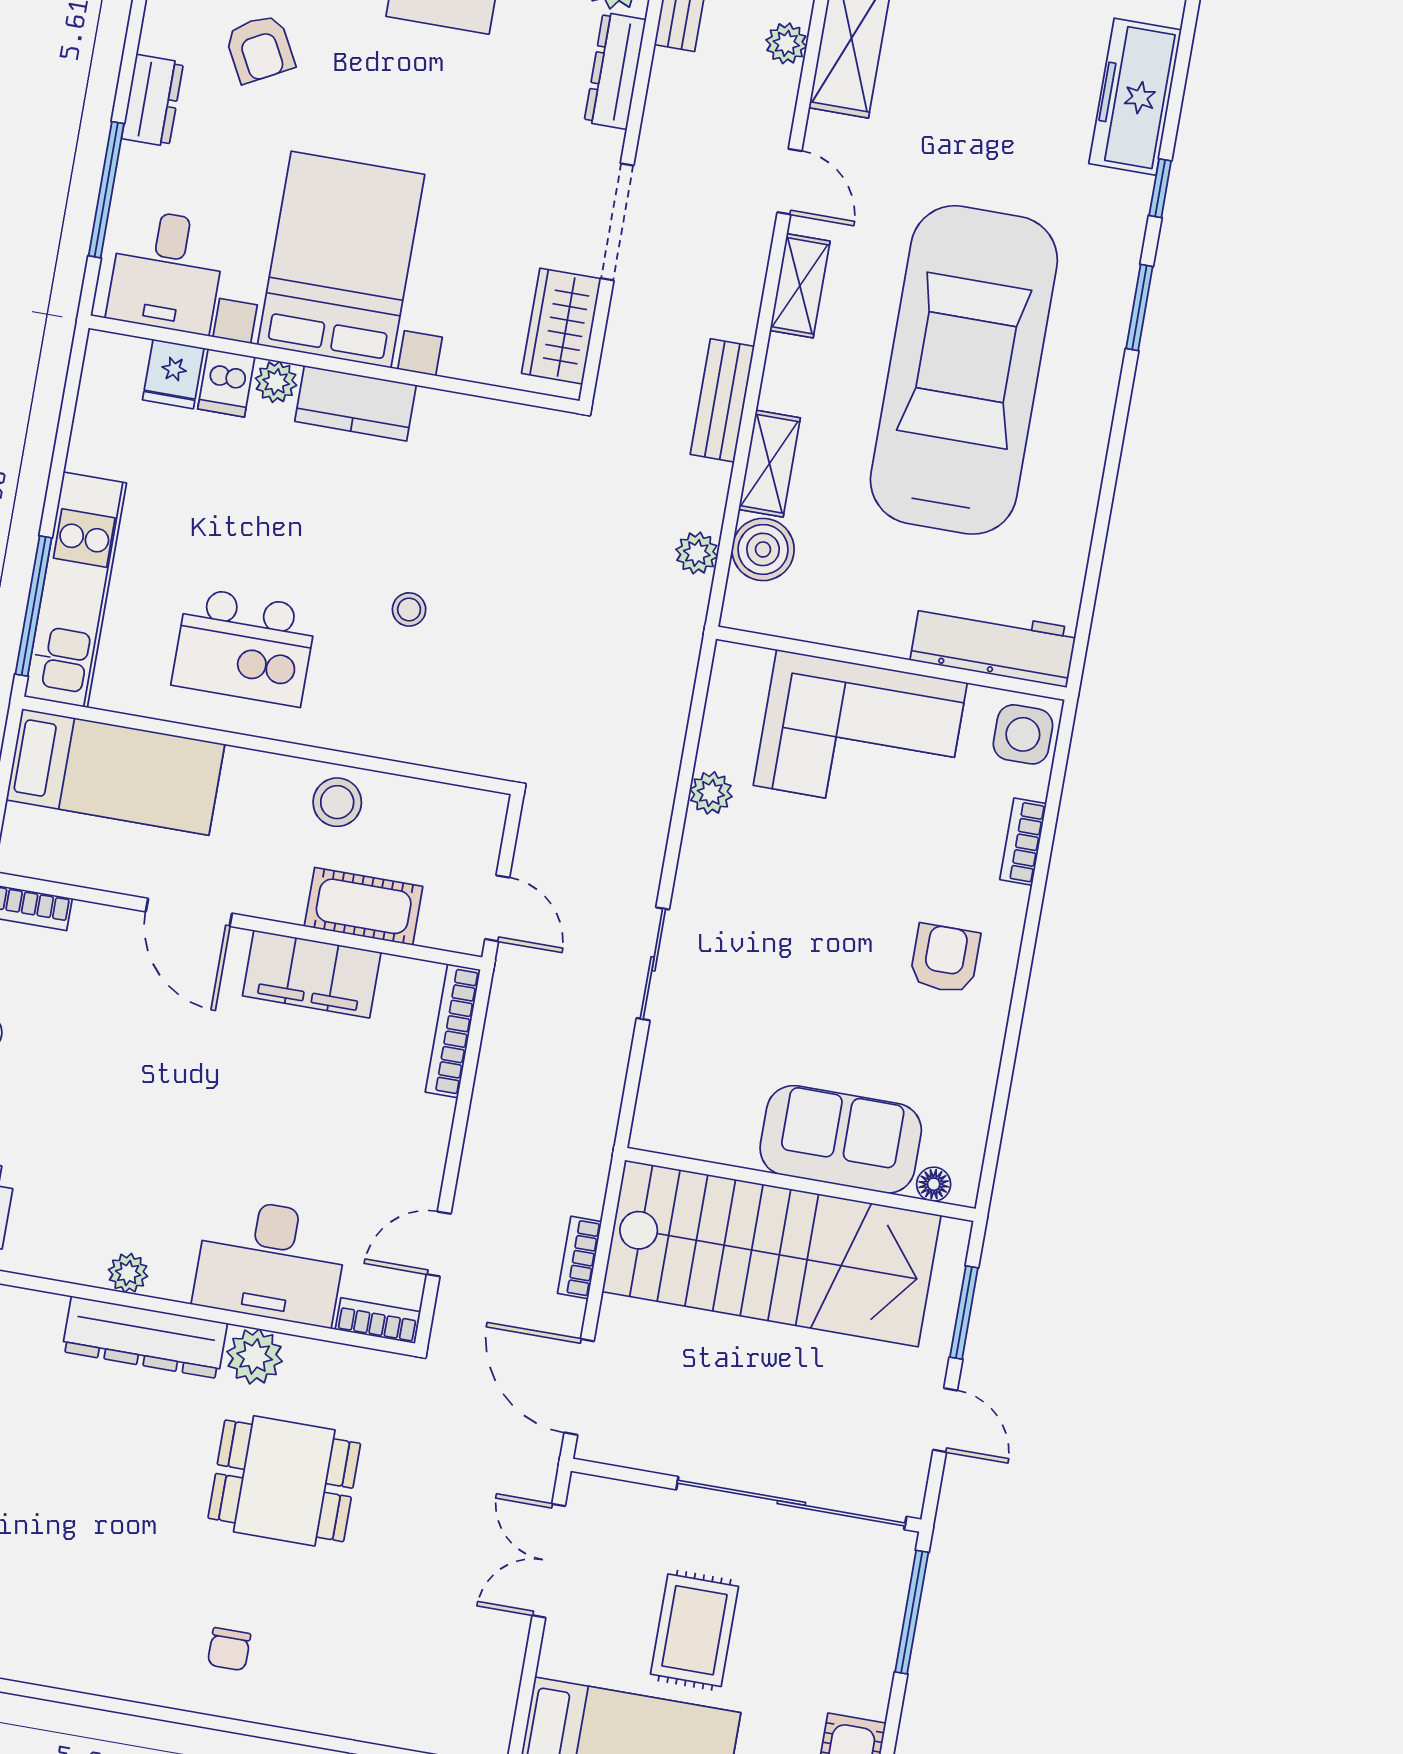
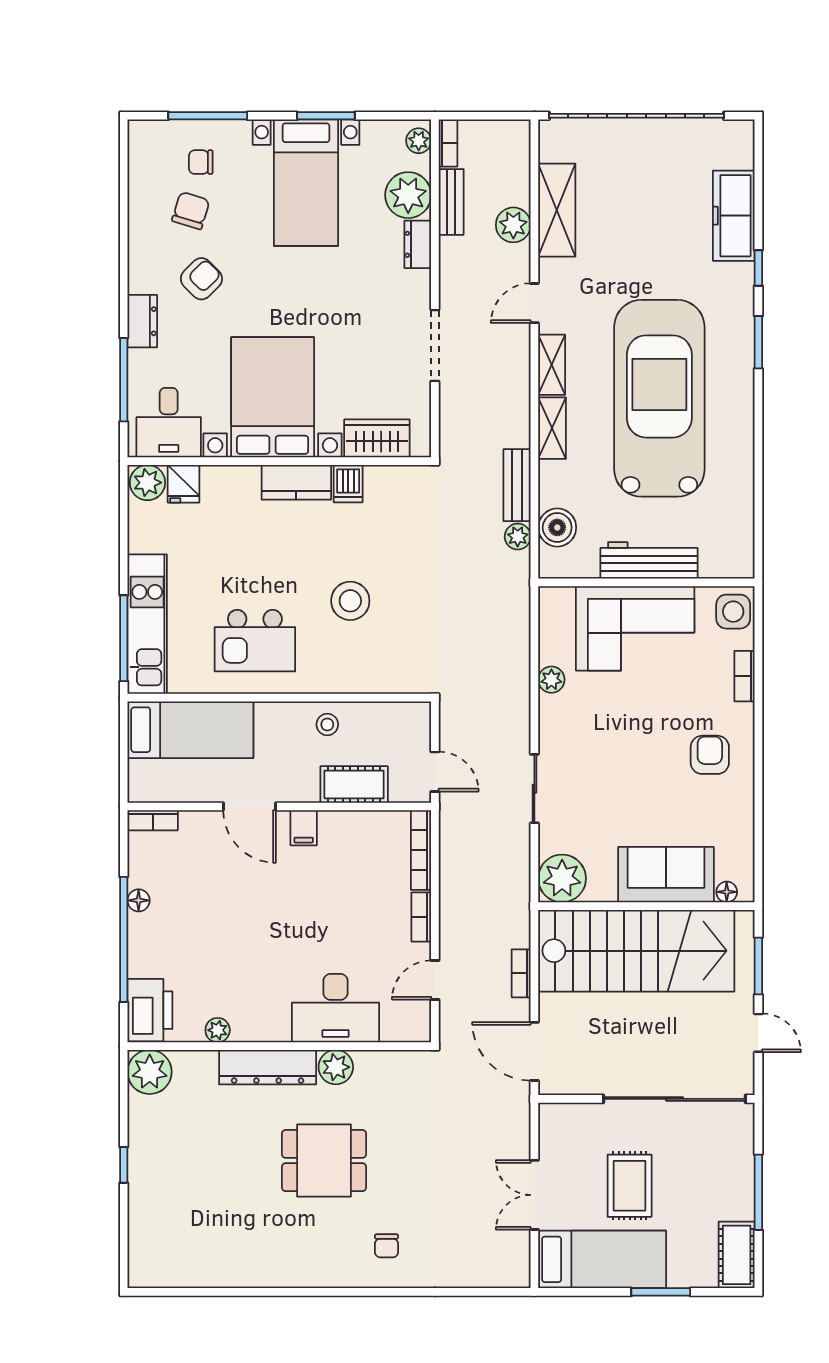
plant: (786, 43) -> (513, 225), width x1.38, depth x1.38
armchair: (260, 49) -> (201, 279), turned -107
dresser: (615, 71) -> (418, 244), width x0.70
door: (789, 182) -> (534, 303), swing flipped
wardrobe: (561, 326) -> (377, 438), moved, turned 90
plant: (276, 382) -> (147, 483), moved, width x1.38, depth x1.38
dishwasher: (226, 383) -> (348, 484), moved
bench: (722, 400) -> (517, 485), moved
shelving: (769, 464) -> (552, 428), moved
stool: (409, 609) -> (350, 601), width x1.89, depth x1.89
workbench: (993, 644) -> (649, 560), moved
stool: (337, 802) -> (327, 724), width x0.73, depth x0.73
filing cabinet: (312, 974) -> (304, 828), width x0.33, depth x0.86
plant: (672, 1116) -> (562, 878), added
plant: (128, 1273) -> (218, 1030), moved
bookcase: (378, 1321) -> (421, 917), moved, turned -90
dining table: (284, 1481) -> (324, 1161), moved
double door: (549, 1561) -> (534, 1195), moved
window: (912, 1612) -> (758, 1192), moved
chair: (229, 1649) -> (387, 1246), moved

